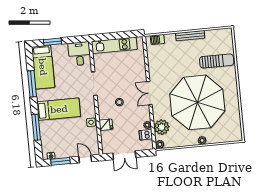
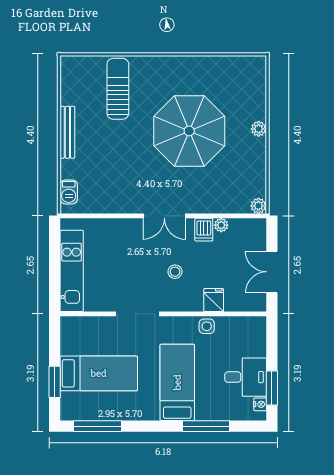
desk: (79, 54) -> (246, 377), moved, turned 180
bed: (43, 67) -> (99, 373), moved
window: (32, 84) -> (97, 426), moved
parasol: (197, 102) -> (189, 131), width x0.73, depth x0.73
plant: (162, 127) -> (228, 200), removed
dishwasher: (146, 135) -> (204, 230), moved
double door: (124, 155) -> (272, 272), swing flipped
door: (85, 159) -> (272, 343), removed

